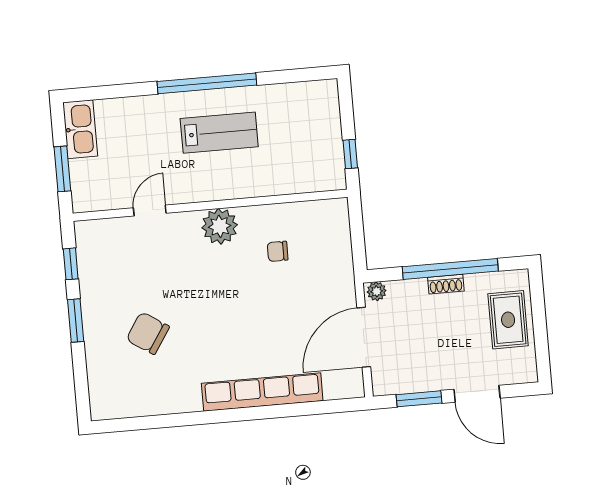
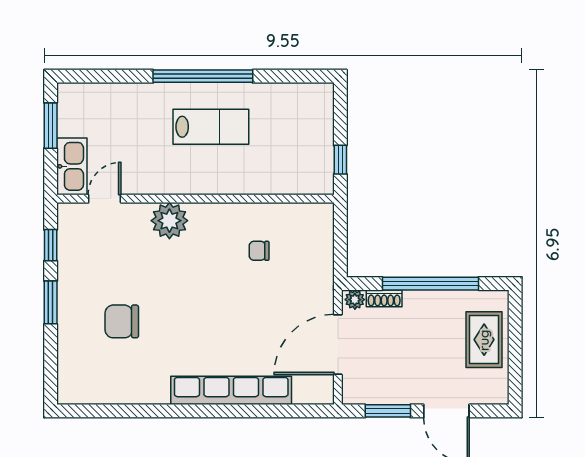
kitchen sink: (80, 129) -> (72, 166), moved
window: (62, 169) -> (51, 126), moved
door: (150, 210) -> (105, 199), moved
plant: (220, 226) -> (169, 221), moved
shoe rack: (446, 284) -> (384, 298), moved
chair: (148, 333) -> (122, 321), turned -33

